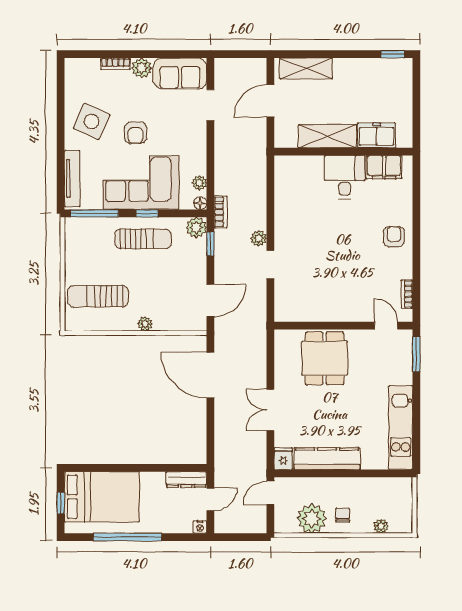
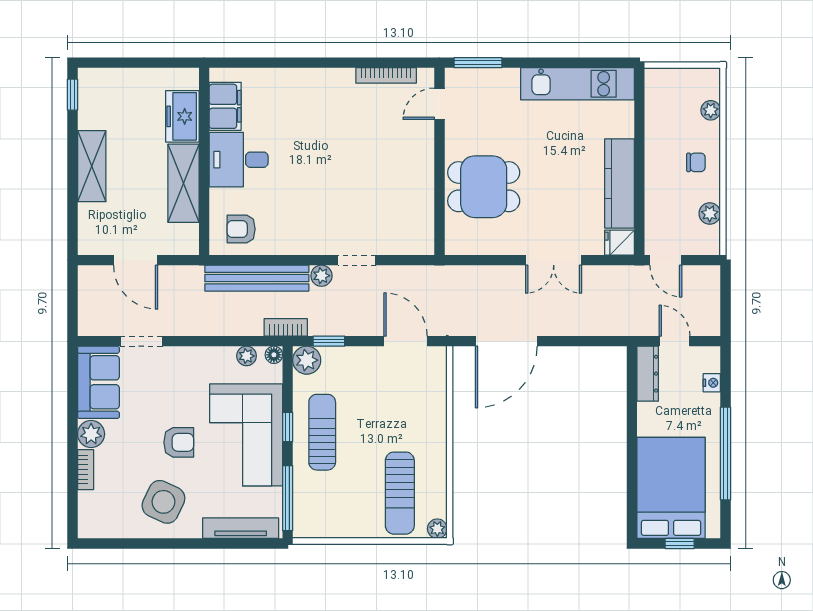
shelving: (306, 68) -> (92, 166), moved
bench: (257, 191) -> (257, 278), added
armchair: (394, 237) -> (241, 229), moved
bookcase: (407, 294) -> (386, 75), width x1.56
plant: (145, 324) -> (437, 529), moved
chair: (343, 515) -> (696, 162), turned 180
plant: (312, 518) -> (710, 213), width x0.53, depth x0.53
nightstand: (200, 527) -> (712, 383), moved

